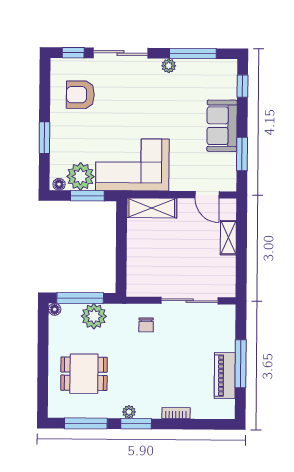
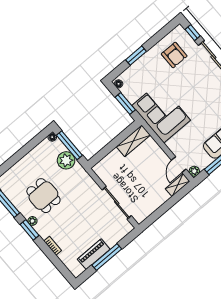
armchair: (80, 95) -> (174, 55), turned 180
plant: (80, 176) -> (194, 171), moved, width x0.53, depth x0.53
shelving: (152, 208) -> (133, 141), moved, turned 90
shelving: (228, 238) -> (178, 185), moved
chair: (146, 325) -> (85, 191), removed
dining table: (84, 374) -> (43, 196), moved

